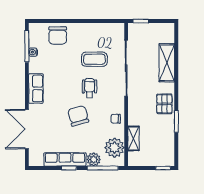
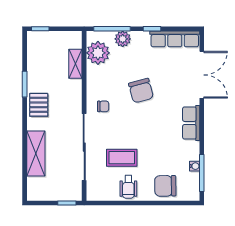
chair: (58, 35) -> (165, 186), turned -91
wheelchair: (90, 88) -> (128, 187), moved
chair: (116, 119) -> (103, 106), moved
row of seats: (65, 159) -> (175, 39), moved

